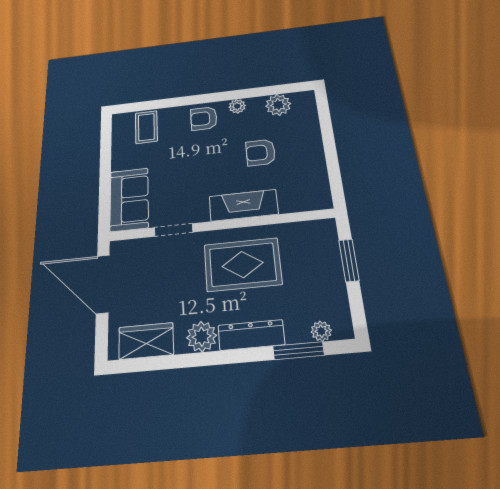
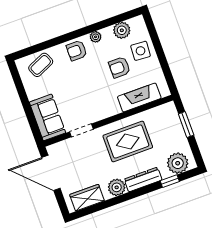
coffee table: (146, 127) -> (41, 65), turned 66
side table: (299, 137) -> (141, 51), added
fireplace: (244, 205) -> (139, 97), moved
plant: (321, 331) -> (178, 163), width x1.88, depth x1.88
window: (298, 351) -> (170, 181), width x0.67

